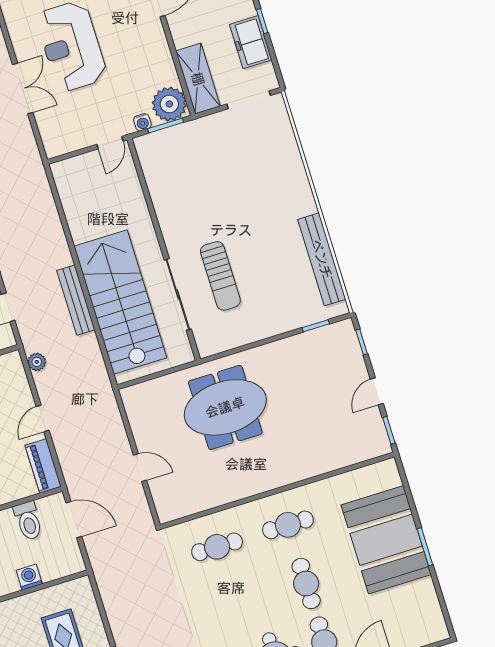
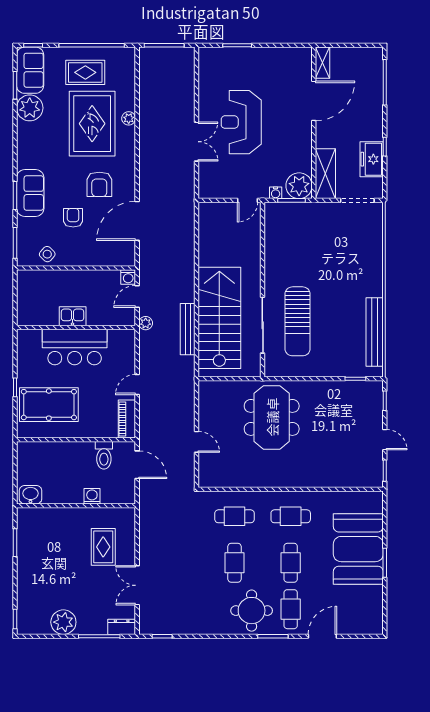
sun lounger: (220, 276) -> (298, 321), width x1.36, depth x1.34
bench: (76, 300) -> (188, 329), moved
plant: (37, 362) -> (146, 323), moved
door: (377, 391) -> (385, 440), swing flipped
meeting table: (225, 407) -> (272, 417), turned 90
cafe table: (235, 605) -> (235, 563), added

